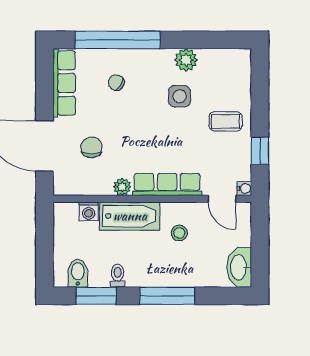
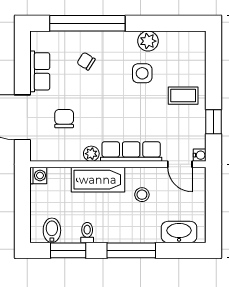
row of seats: (64, 83) -> (40, 71), width x0.68
washing machine: (89, 211) -> (38, 175), moved, turned -90
washbasin: (239, 267) -> (179, 232), moved, turned 90

